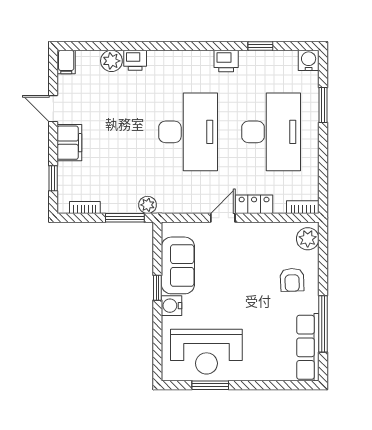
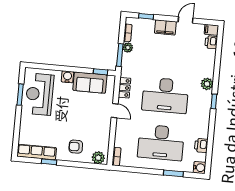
window: (260, 46) -> (214, 101), moved
printer: (135, 60) -> (211, 42), moved
plant: (111, 61) -> (207, 84), moved
printer: (226, 61) -> (201, 145), moved
locker: (254, 204) -> (125, 88), moved
plant: (148, 205) -> (128, 48), moved
window: (157, 288) -> (101, 72), moved
window: (323, 324) -> (49, 162), width x0.46

